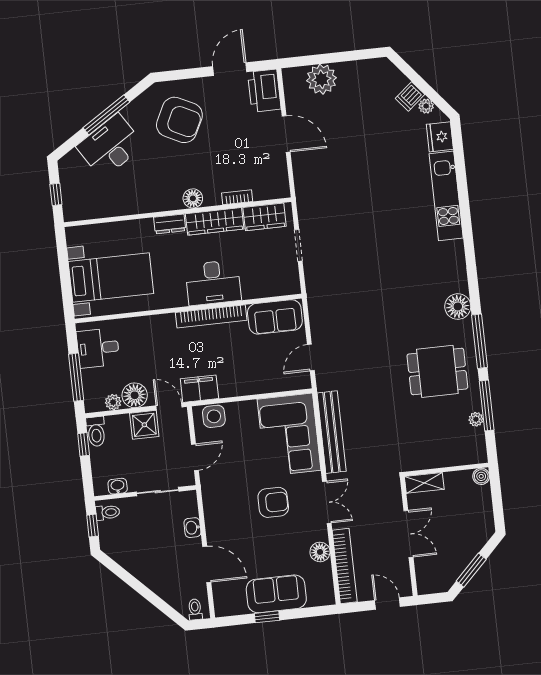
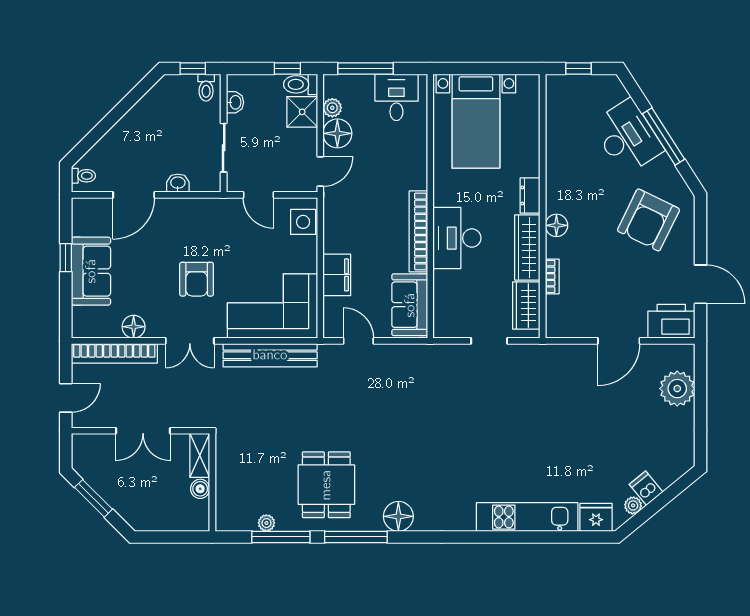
filing cabinet: (199, 389) -> (337, 275), moved
shower: (144, 425) -> (302, 112), moved
boiler: (481, 476) -> (200, 489), moved

